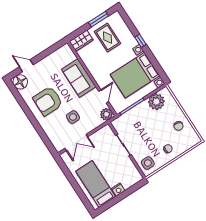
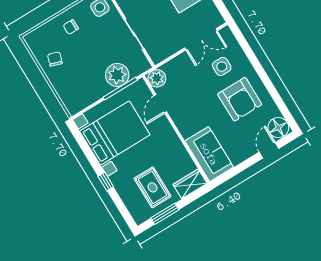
door: (26, 66) -> (269, 150), swing flipped
sofa: (79, 78) -> (209, 154), moved
armchair: (48, 101) -> (240, 99), turned 90
plant: (156, 102) -> (117, 75), moved
side table: (73, 117) -> (222, 67), moved
double door: (76, 142) -> (201, 39), swing flipped

